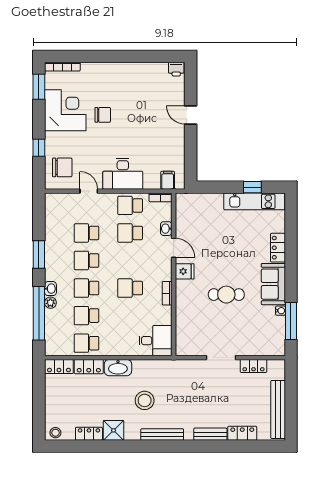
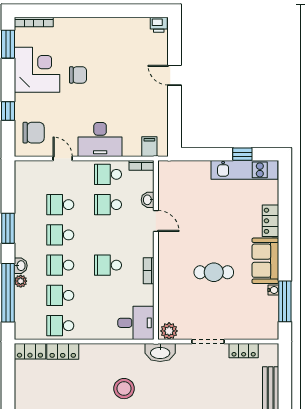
fridge: (185, 271) -> (168, 247), removed
plant: (186, 348) -> (169, 331), added
washbasin: (118, 368) -> (160, 352), moved

